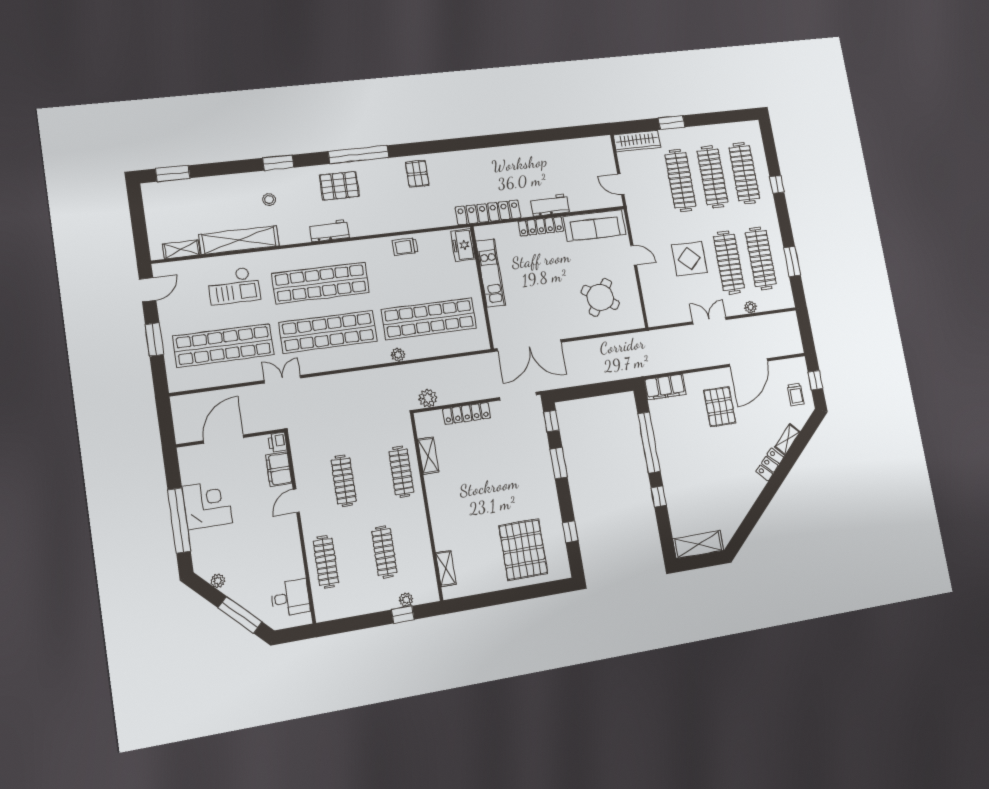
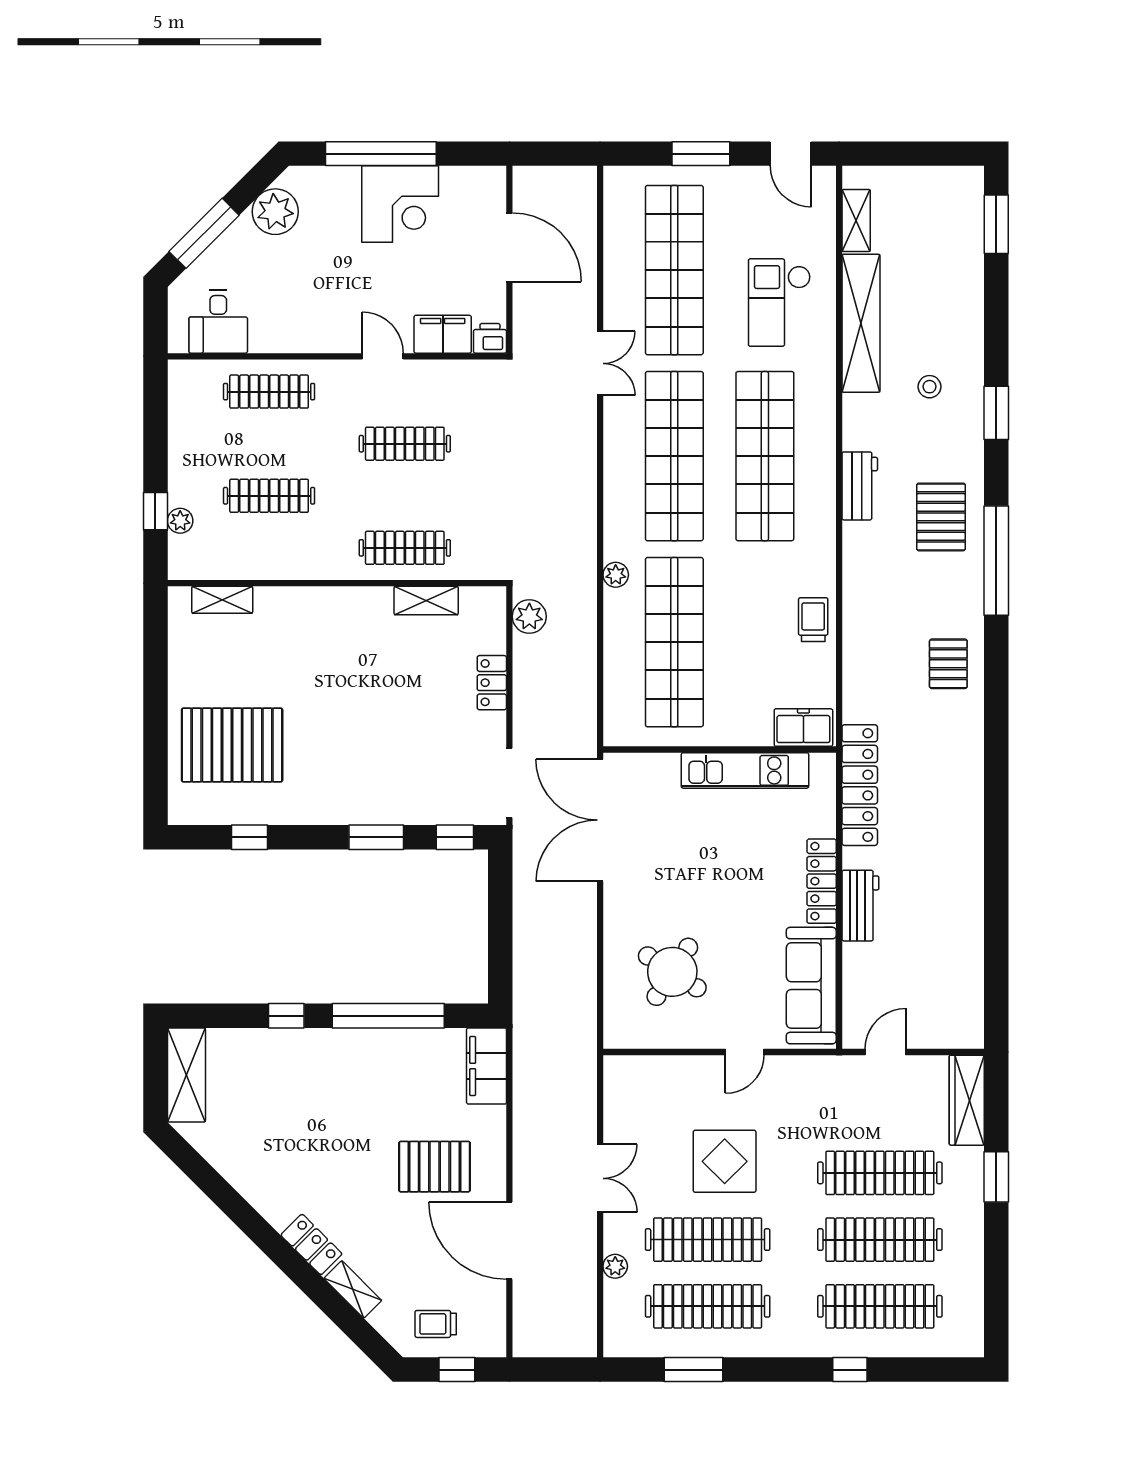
pallet: (417, 174) -> (948, 664), turned 90
locker: (467, 413) -> (492, 683), width x0.66
plant: (218, 581) -> (275, 212), width x1.88, depth x1.88

